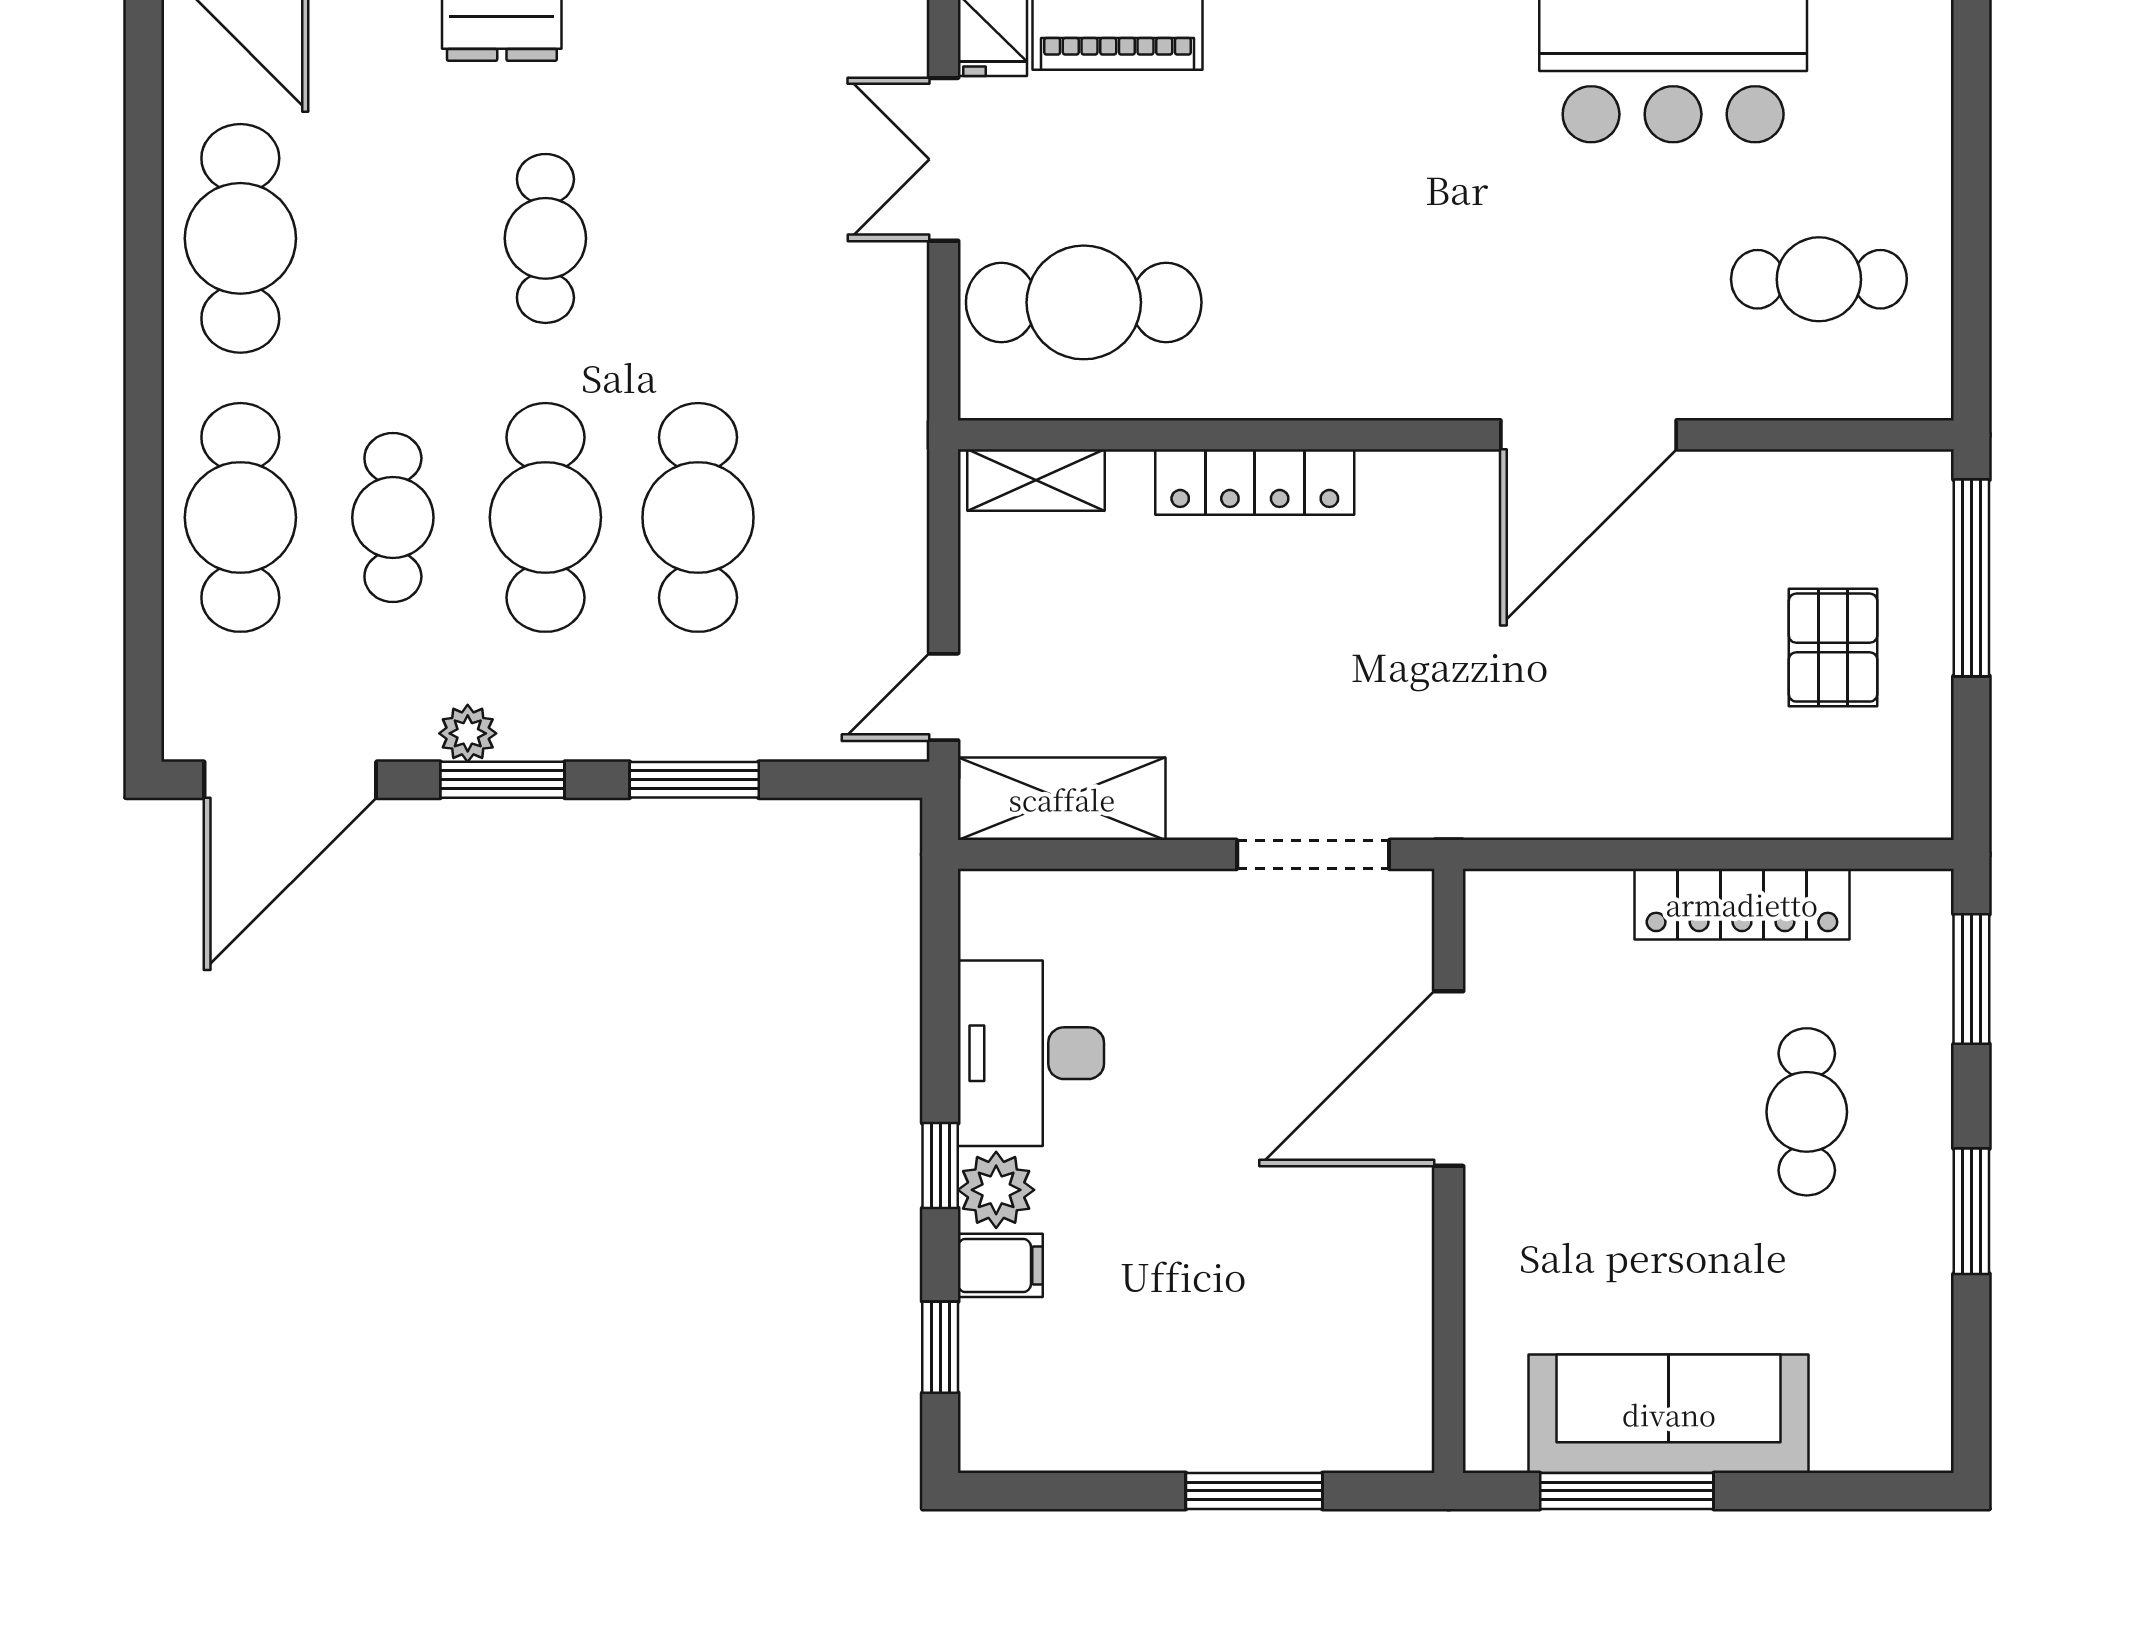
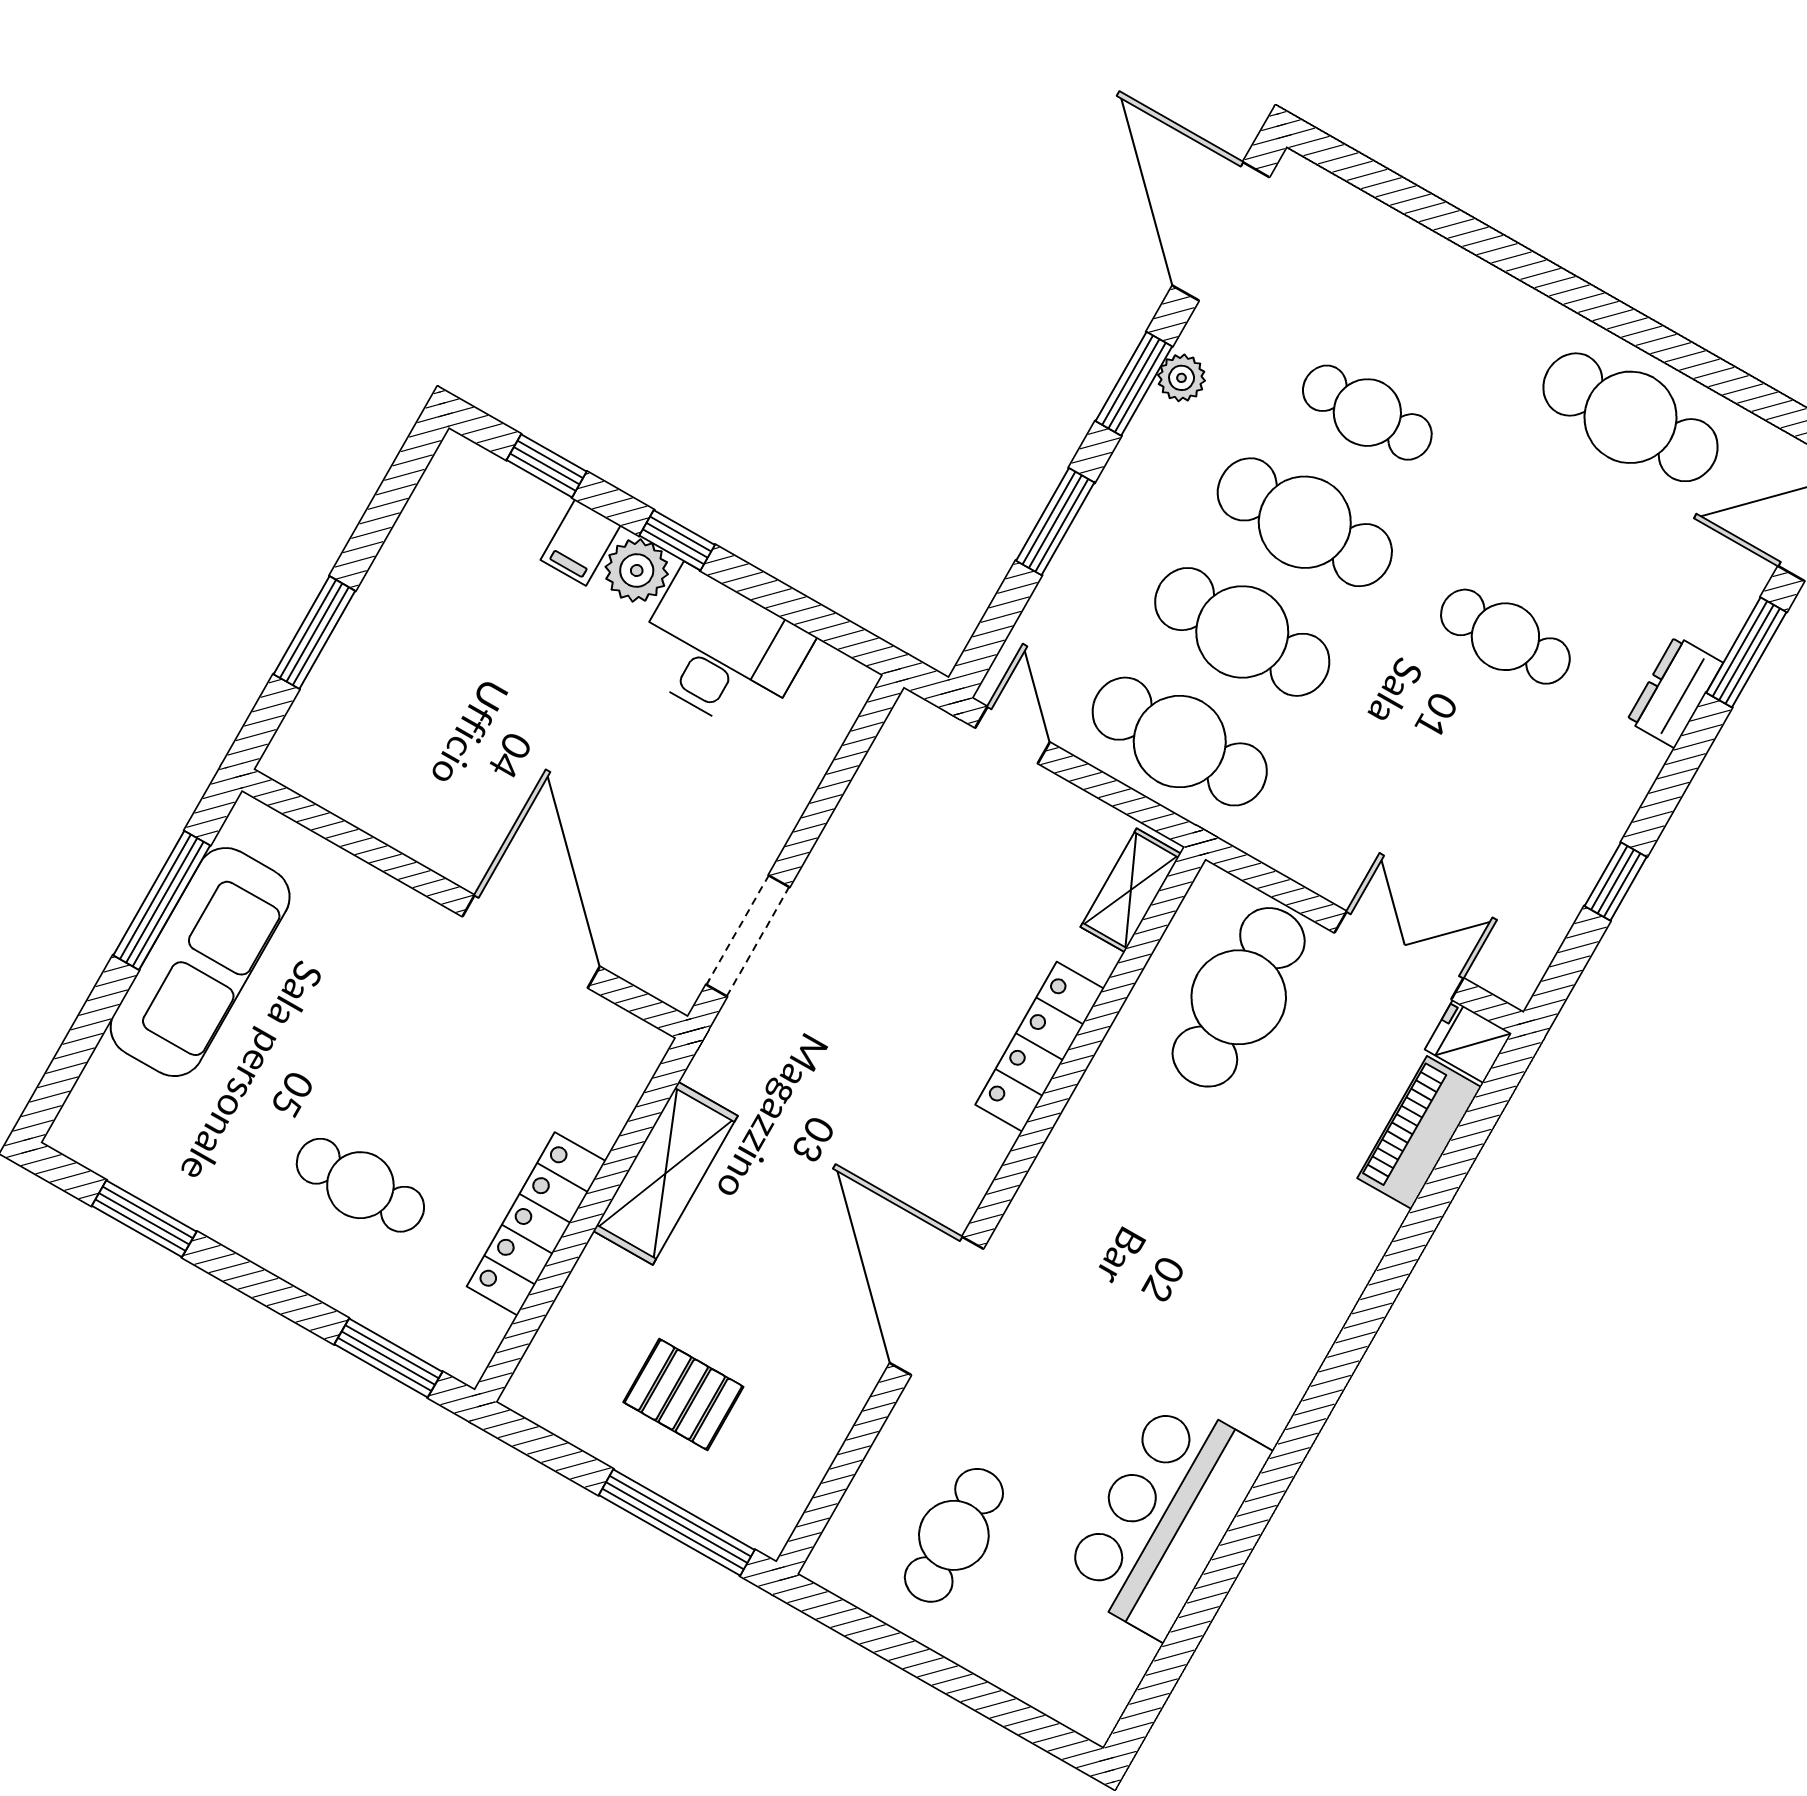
cafe table: (240, 517) -> (1180, 742), moved
shelving: (1062, 799) -> (665, 1173), moved
window: (1971, 1211) -> (144, 1219), moved

